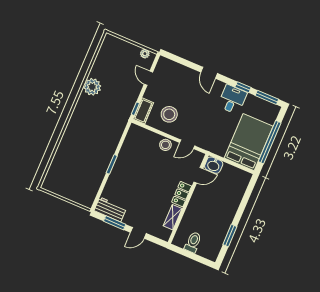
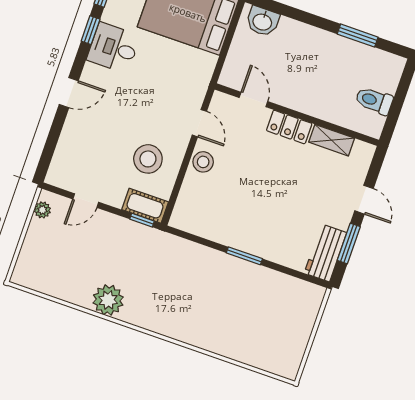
washbasin: (214, 165) -> (263, 21), moved, turned 90

